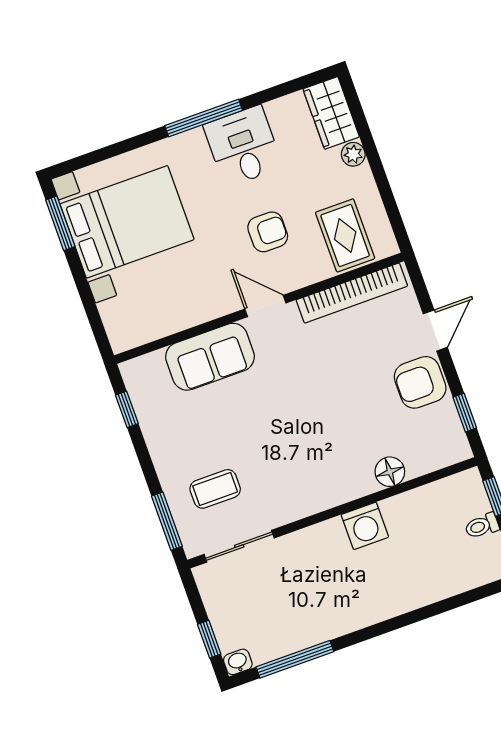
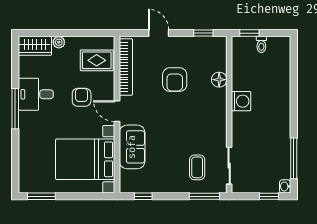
bed with nightstands: (127, 222) -> (85, 159), moved, turned -90
door: (265, 306) -> (117, 111), hinge flipped
armchair: (420, 382) -> (175, 80), moved

